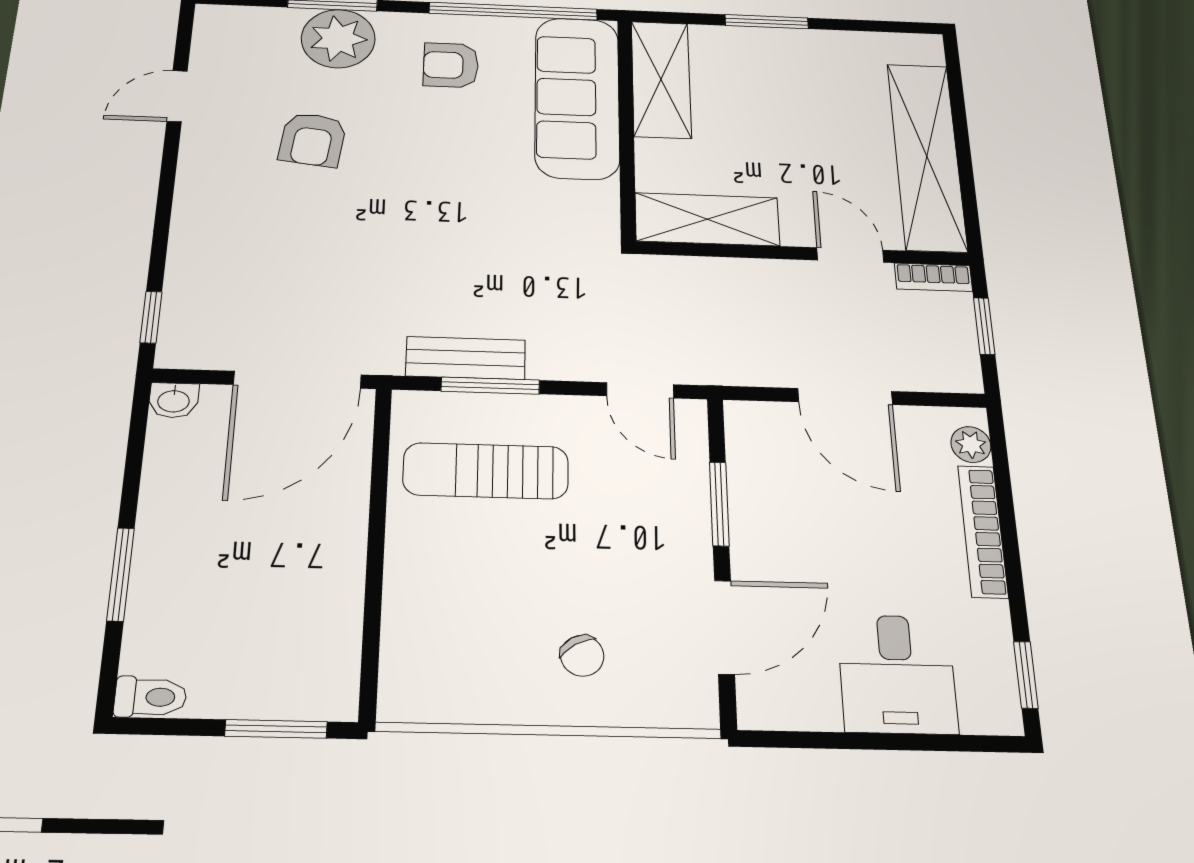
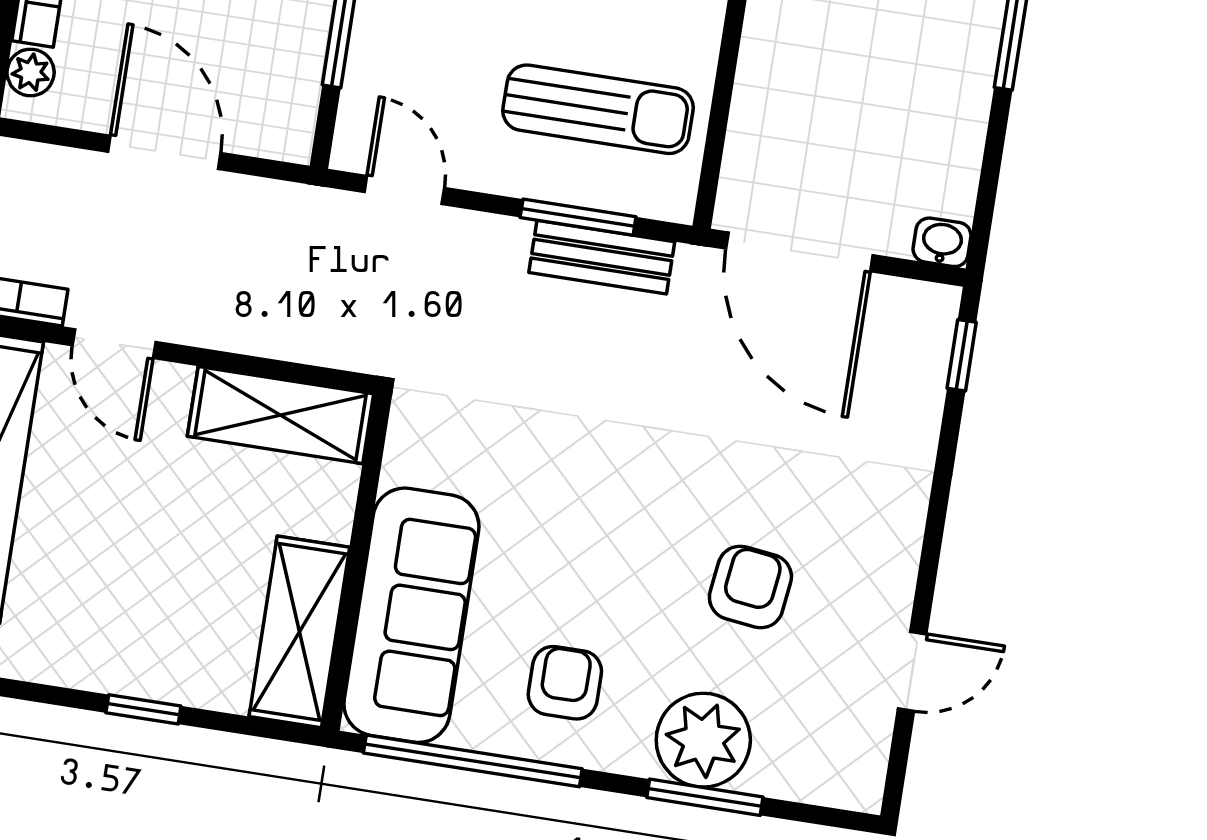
window: (767, 22) -> (143, 709), width x0.67
armchair: (451, 65) -> (565, 683), turned -90
door: (297, 380) -> (799, 252), swing flipped

